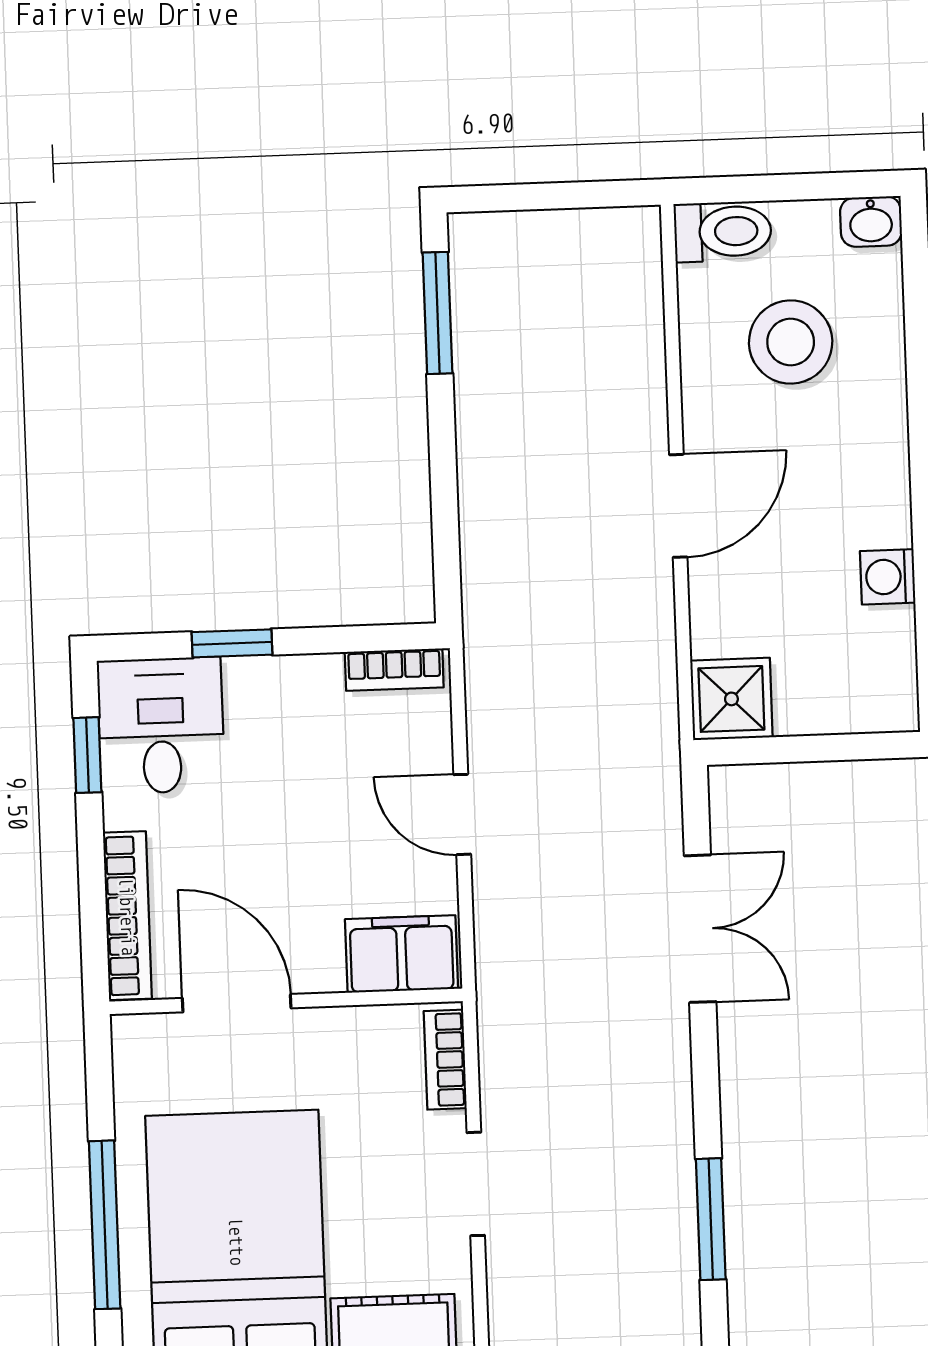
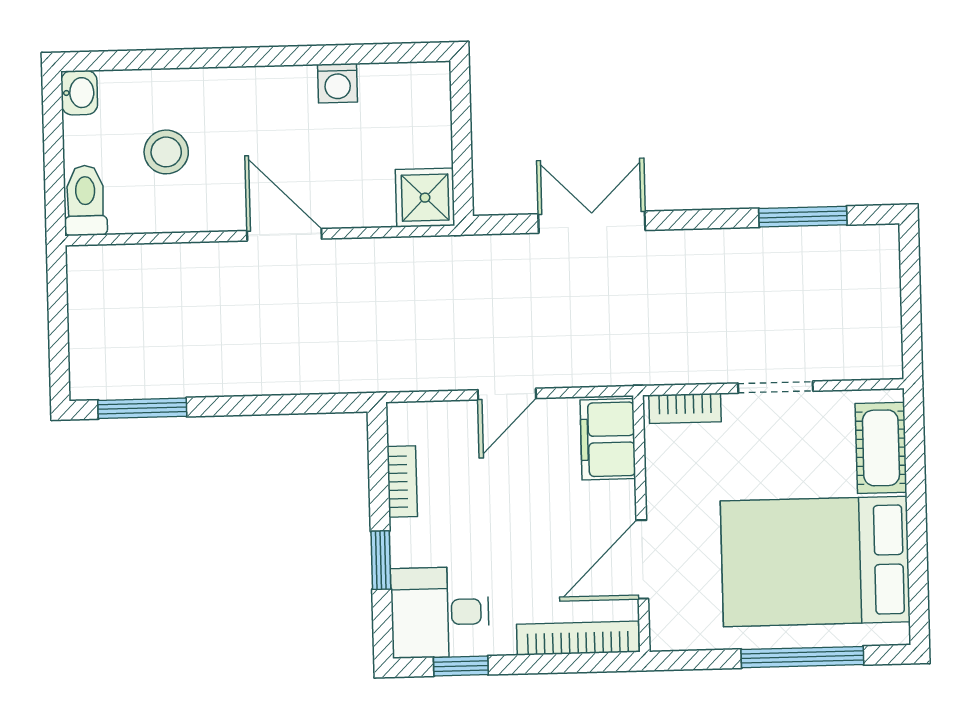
stool: (791, 342) -> (166, 152), width x0.73, depth x0.73
bookcase: (394, 670) -> (402, 481), moved

